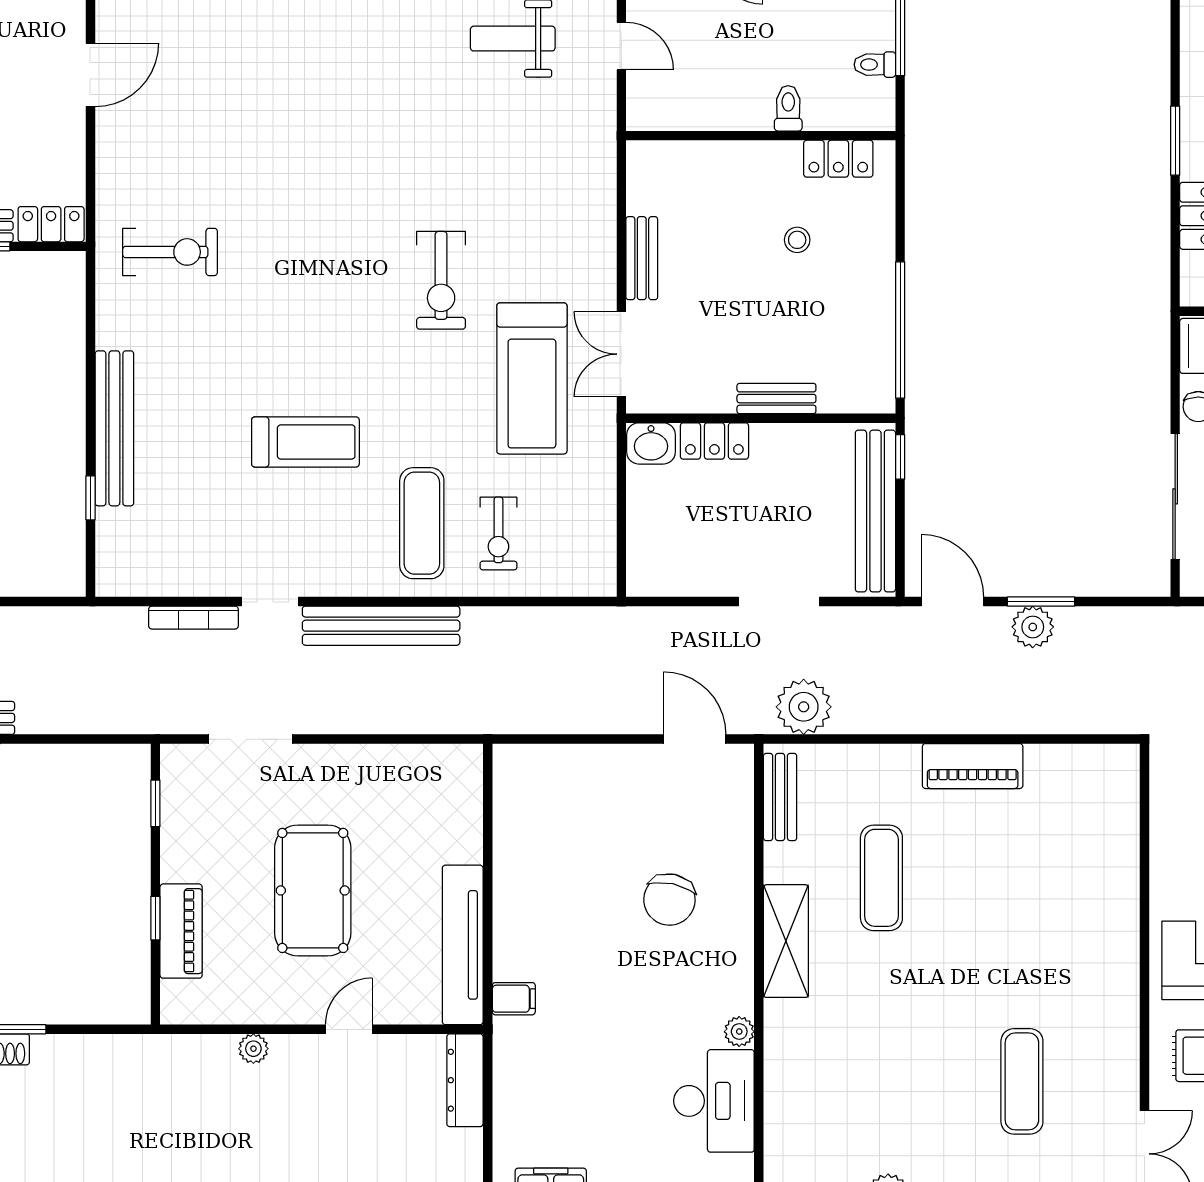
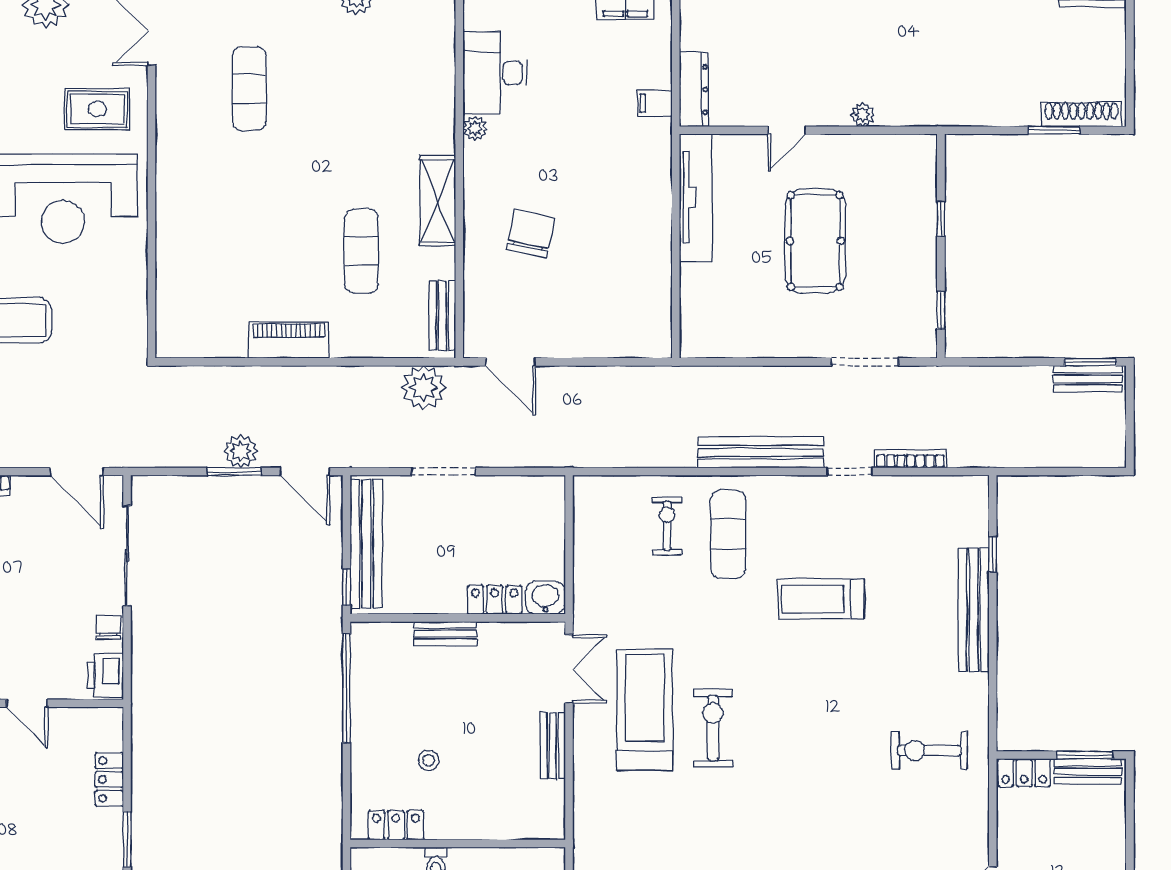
treadmill: (532, 378) -> (645, 710), moved
piano: (181, 931) -> (920, 209), removed
filing cabinet: (514, 999) -> (655, 103), moved

